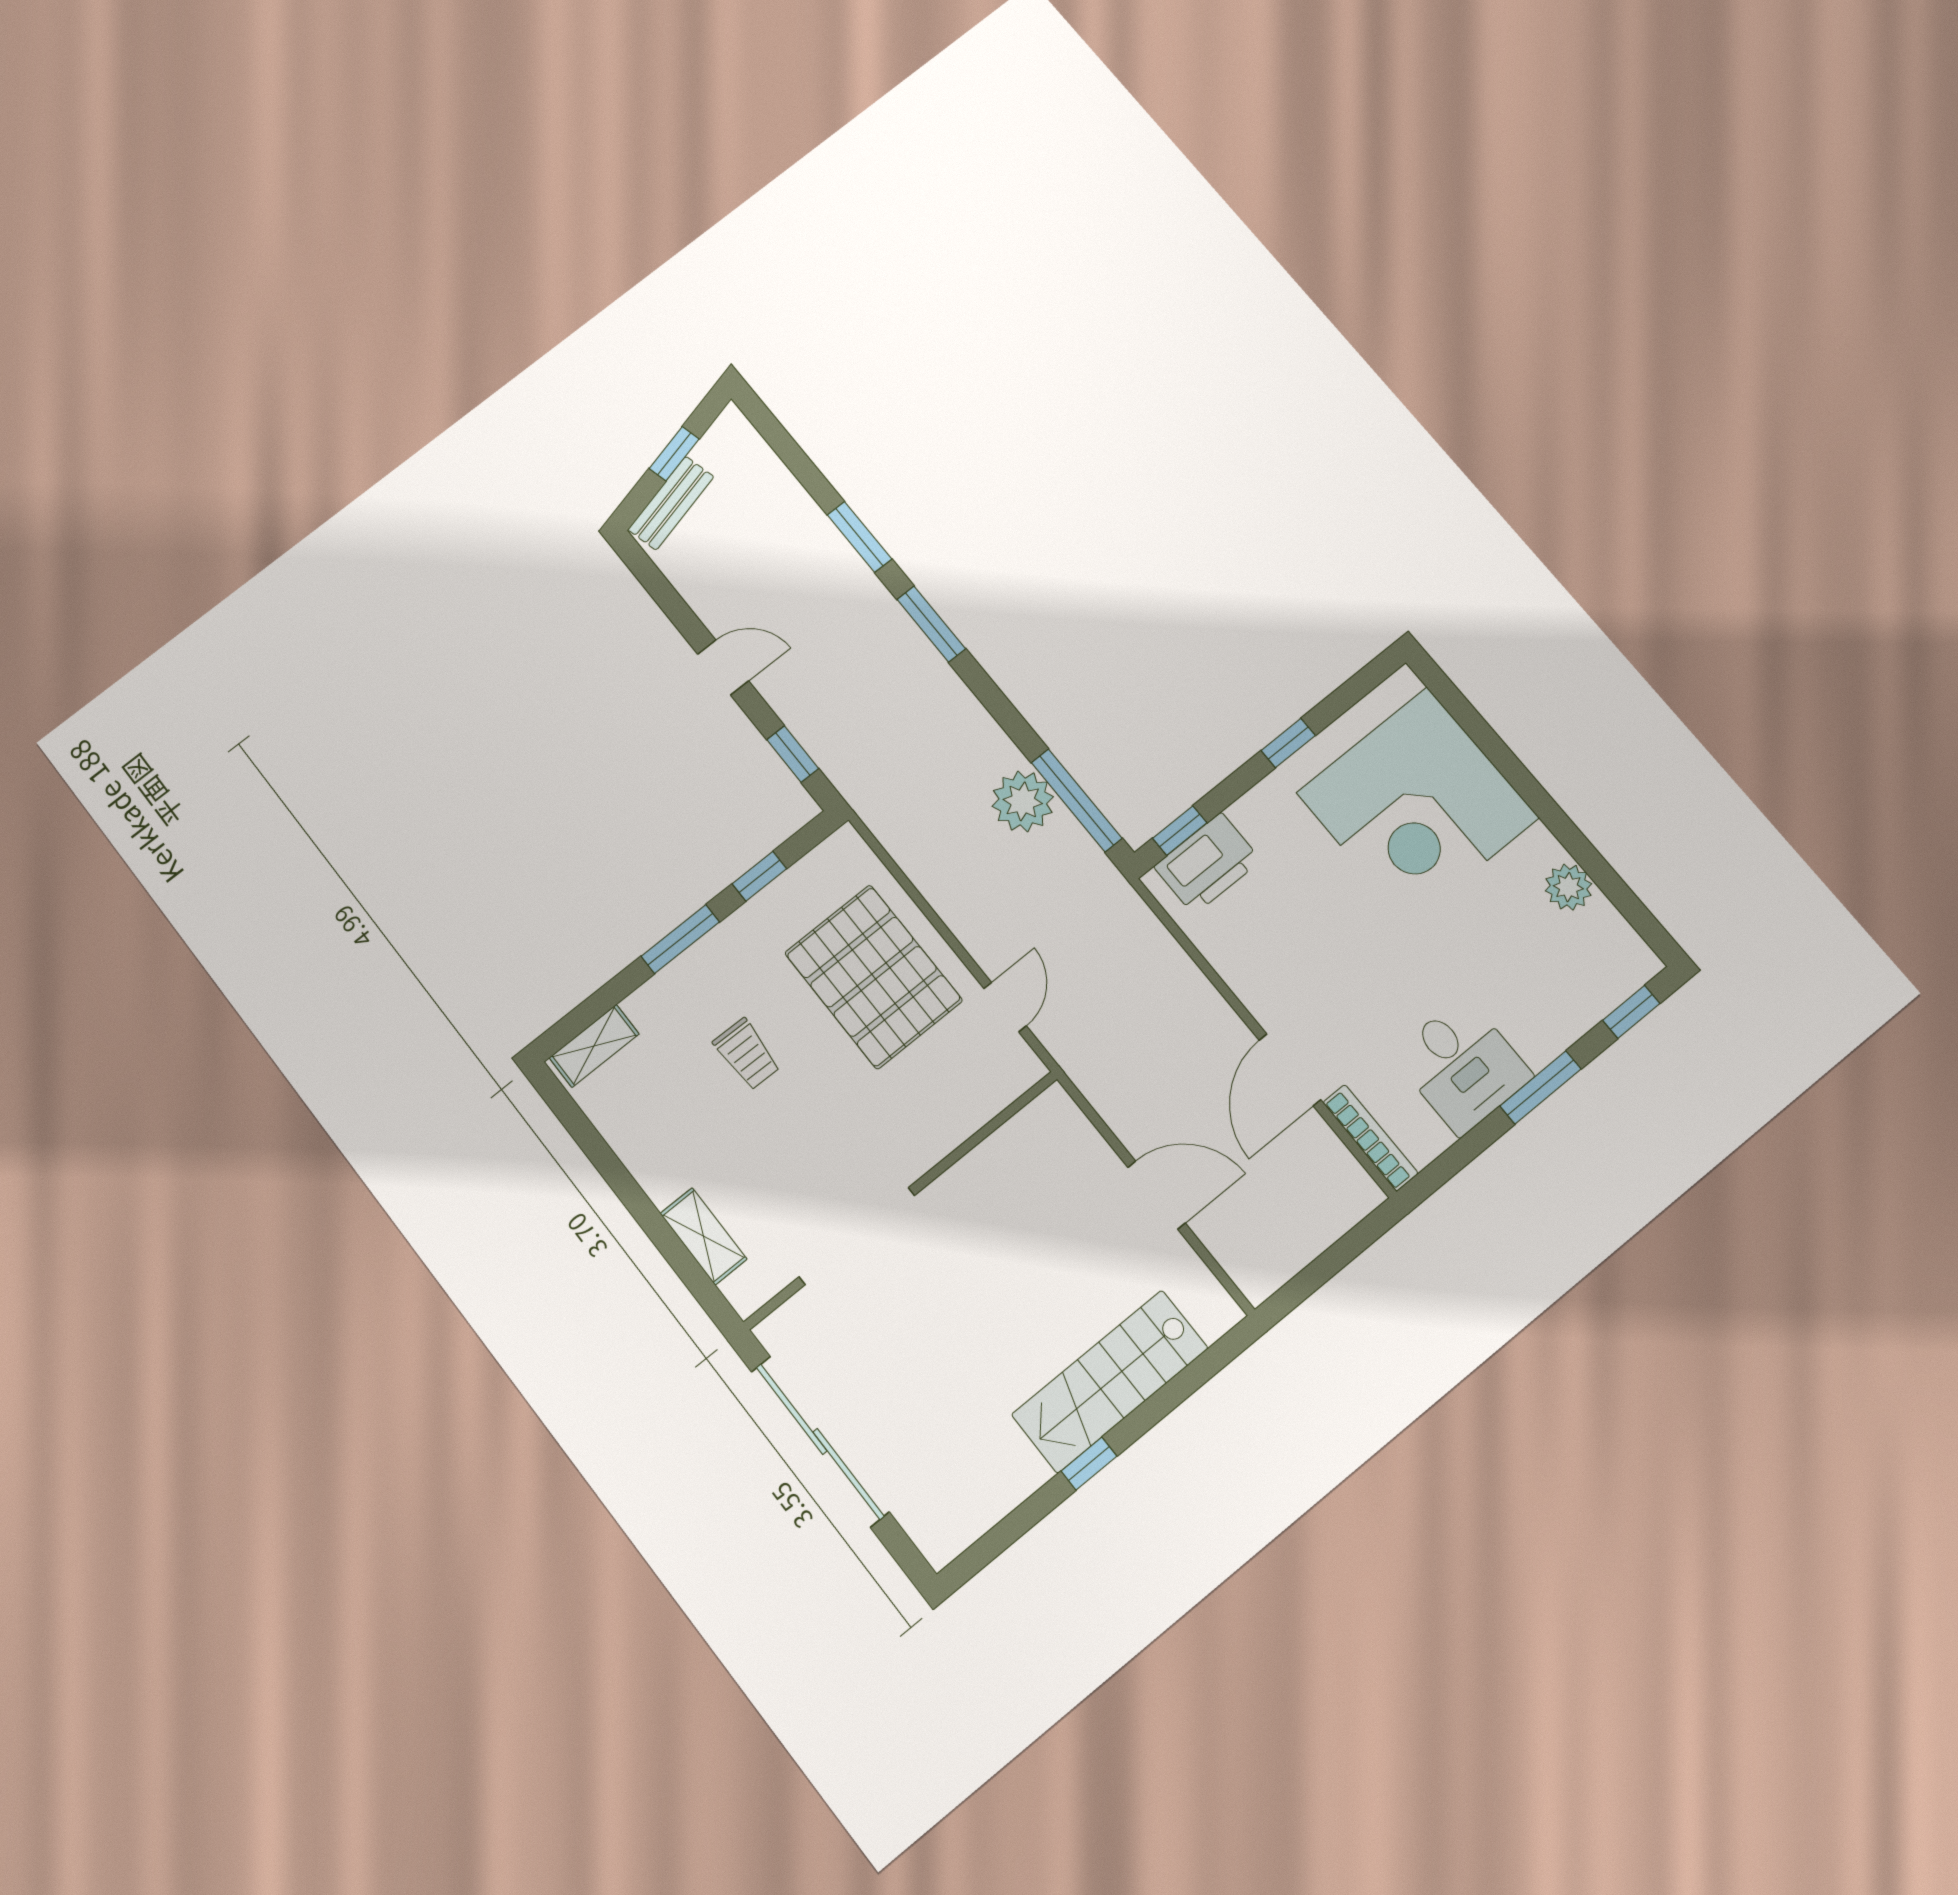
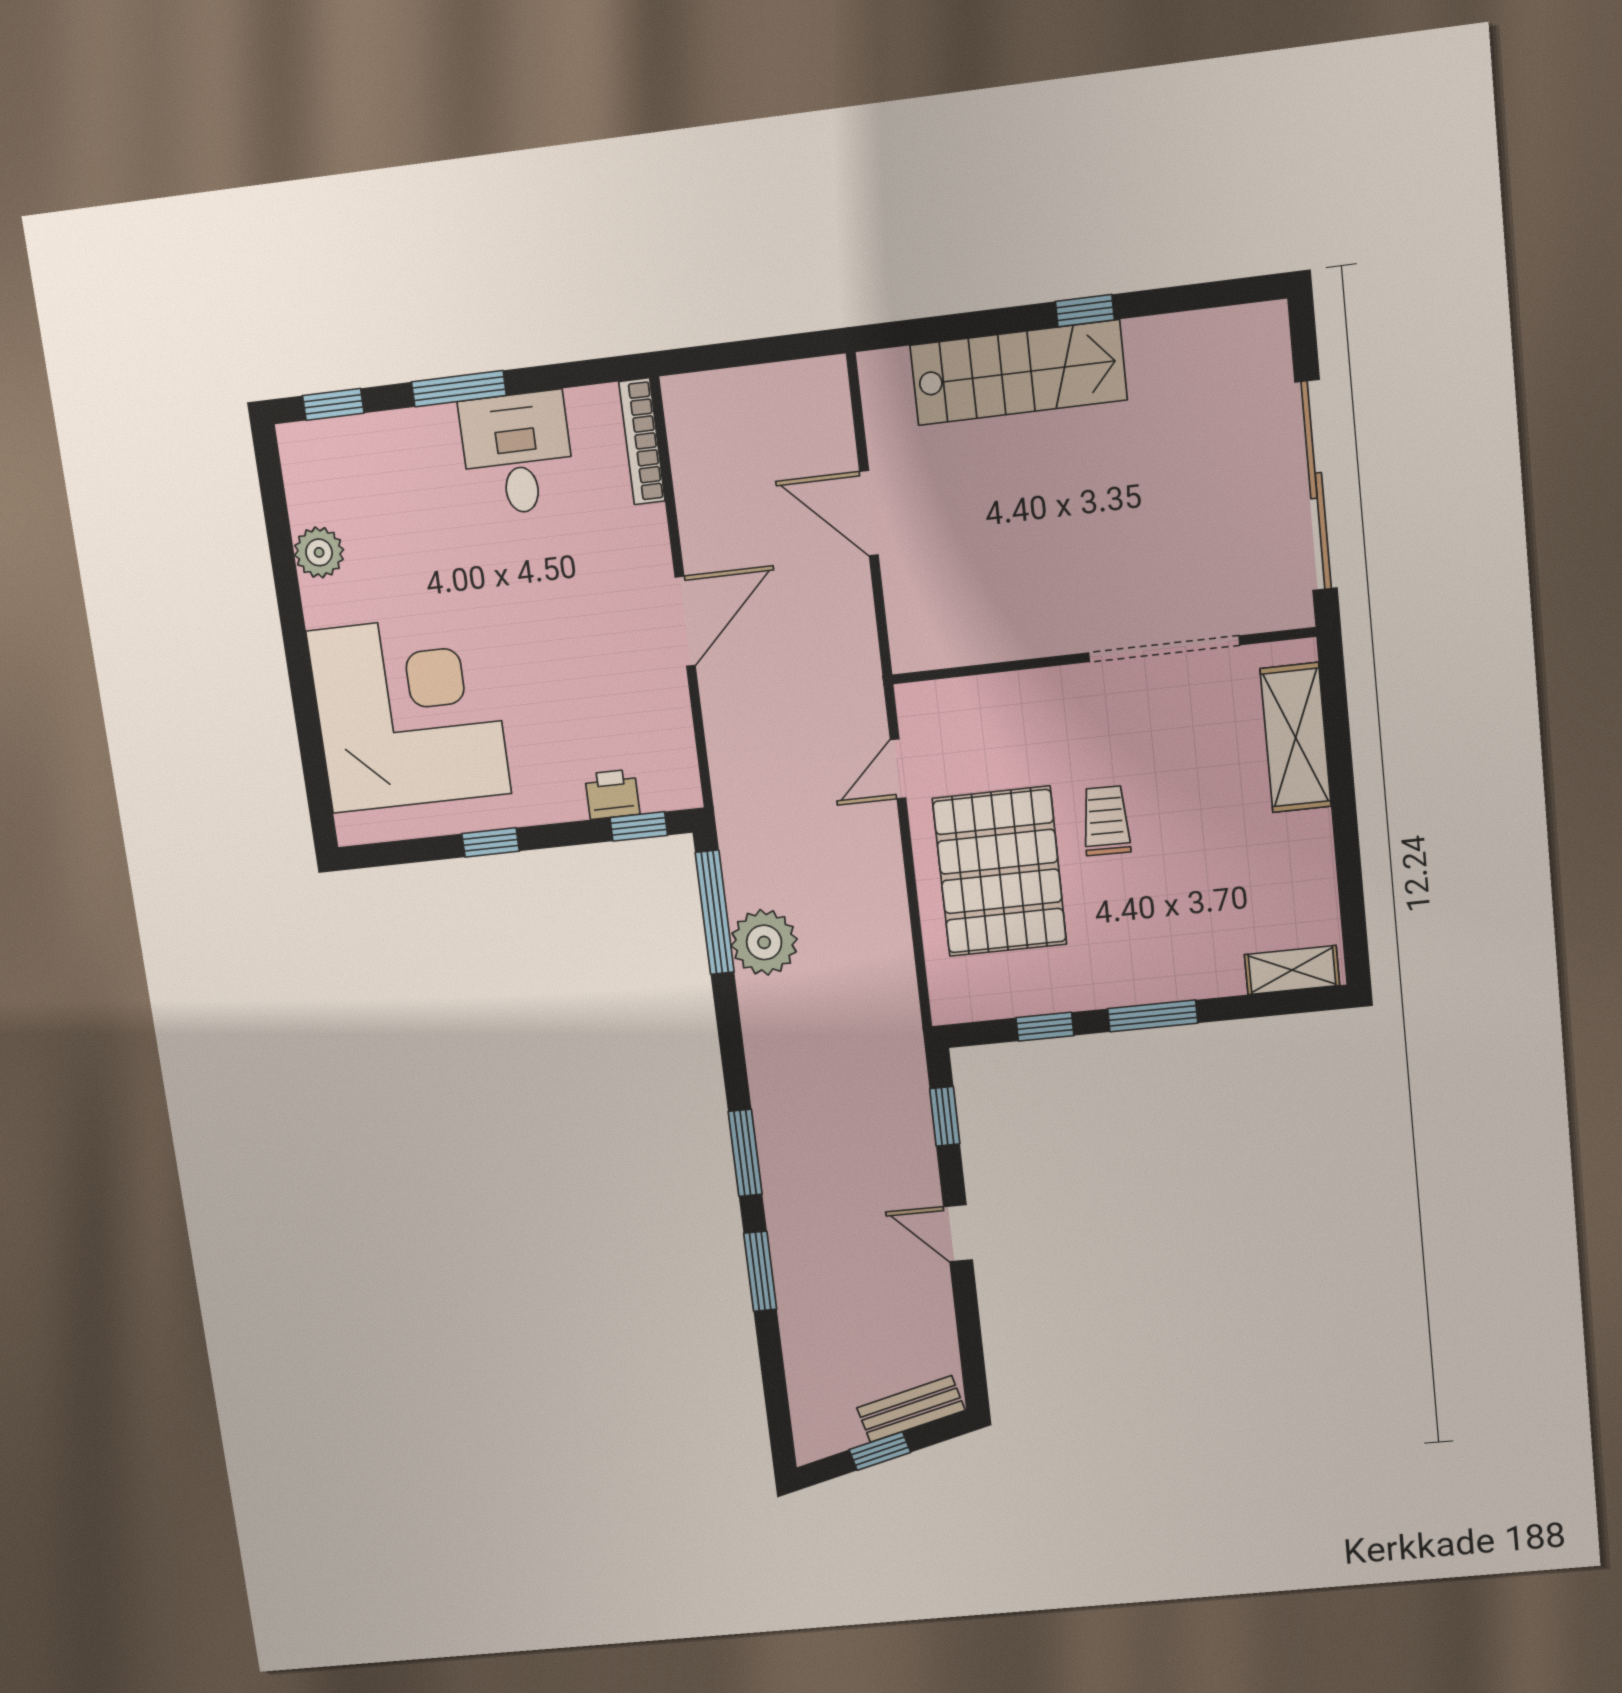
printer: (1207, 863) -> (612, 794), width x0.53, depth x0.68
trolley: (747, 1054) -> (1106, 821), moved
door: (1290, 1070) -> (685, 621), moved
shelving: (704, 1236) -> (1296, 738), width x1.50, depth x1.33

